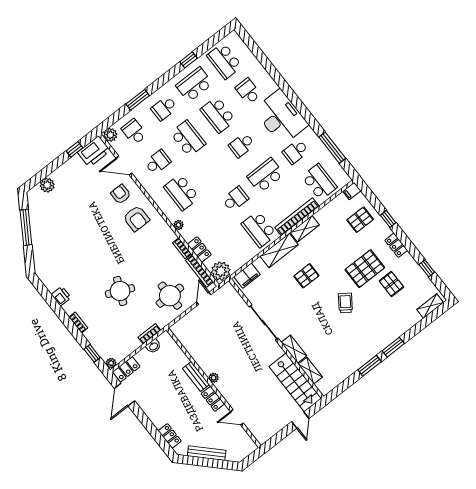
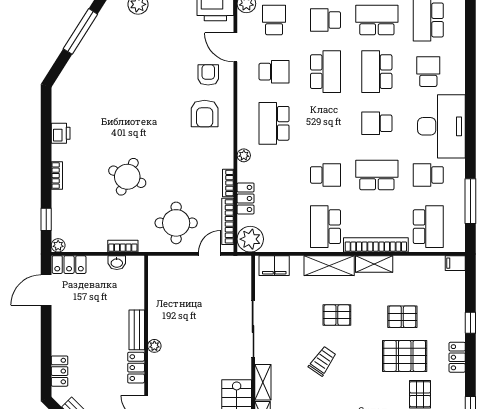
pallet: (360, 220) -> (402, 317), moved
trolley: (345, 303) -> (323, 361), moved

